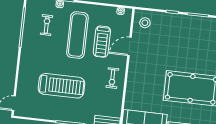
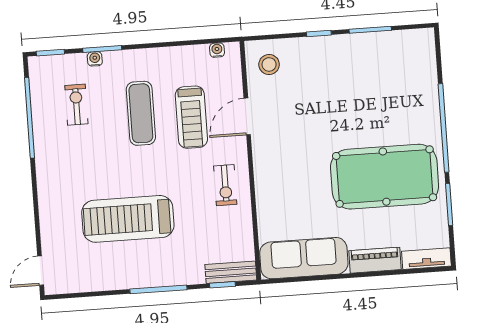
exercise mat: (77, 35) -> (141, 113), width x0.73, depth x0.69
treadmill: (61, 86) -> (128, 219), turned 180

